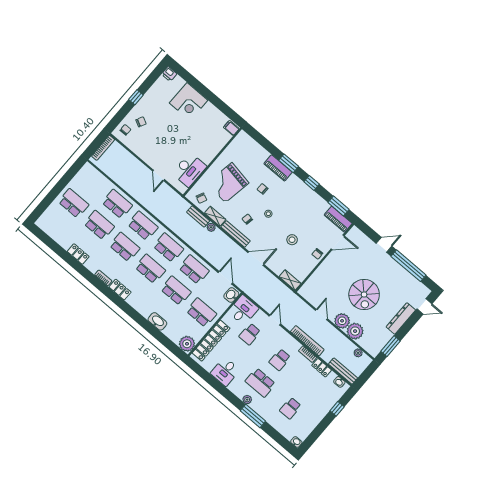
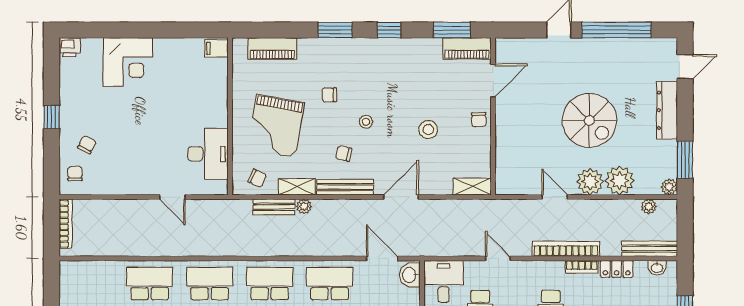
piano: (278, 168) -> (272, 49), moved
plant: (374, 352) -> (669, 187), added

